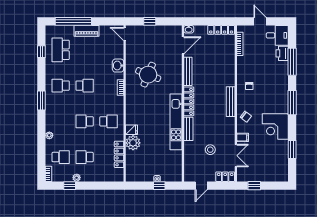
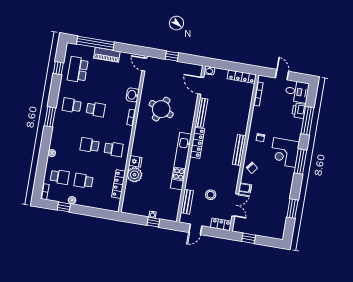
door: (183, 45) -> (201, 86), swing flipped
corner desk: (275, 126) -> (285, 153), moved
bench: (188, 129) -> (187, 202), moved

